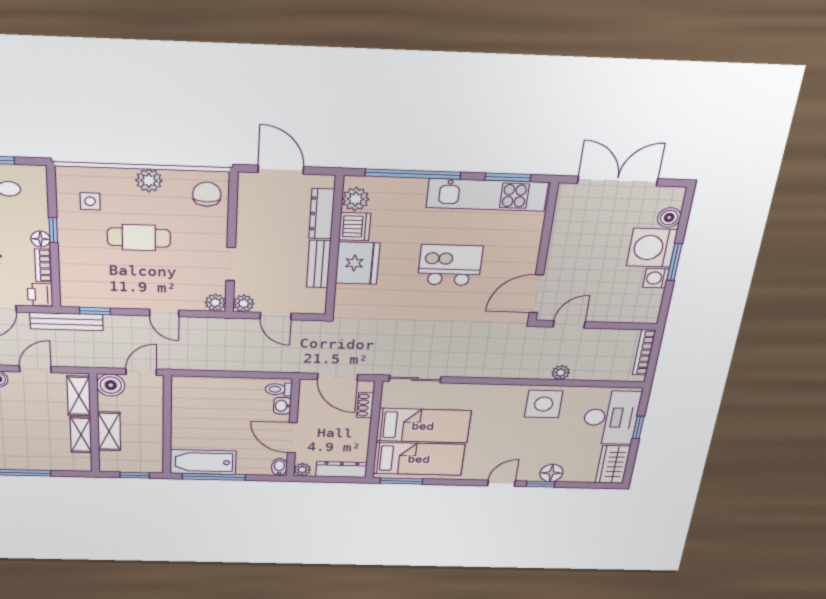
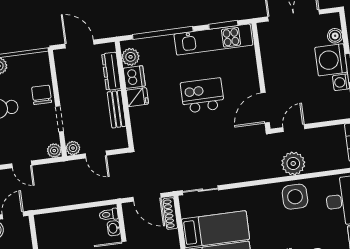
chair: (207, 194) -> (42, 95), moved
fridge: (358, 263) -> (137, 97), width x0.53, depth x0.75
plant: (561, 373) -> (293, 163), width x1.88, depth x1.88
shoe rack: (365, 405) -> (170, 214), width x1.43

